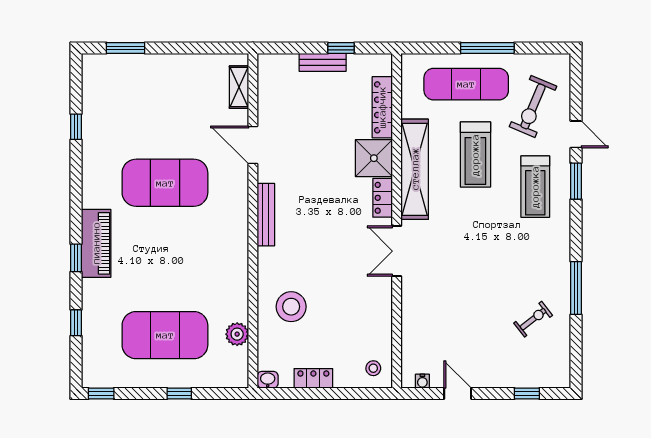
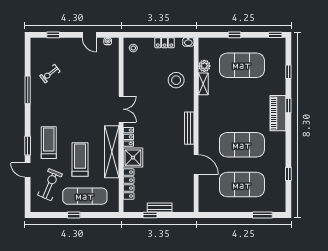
window: (487, 48) -> (74, 215), width x0.46
shelving: (239, 87) -> (203, 84), moved
exercise mat: (165, 106) -> (242, 185), added

